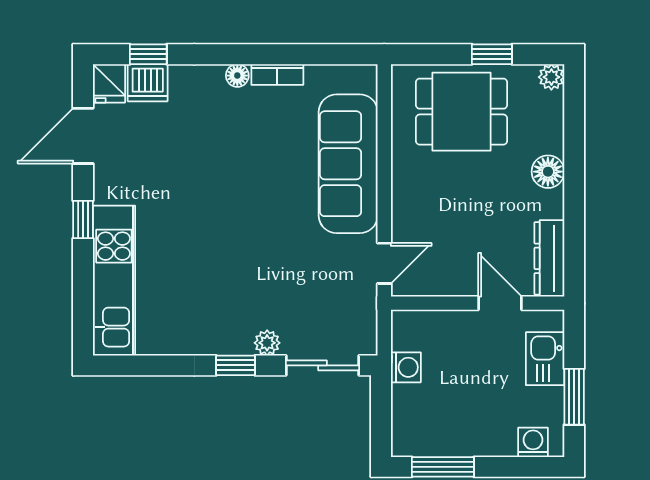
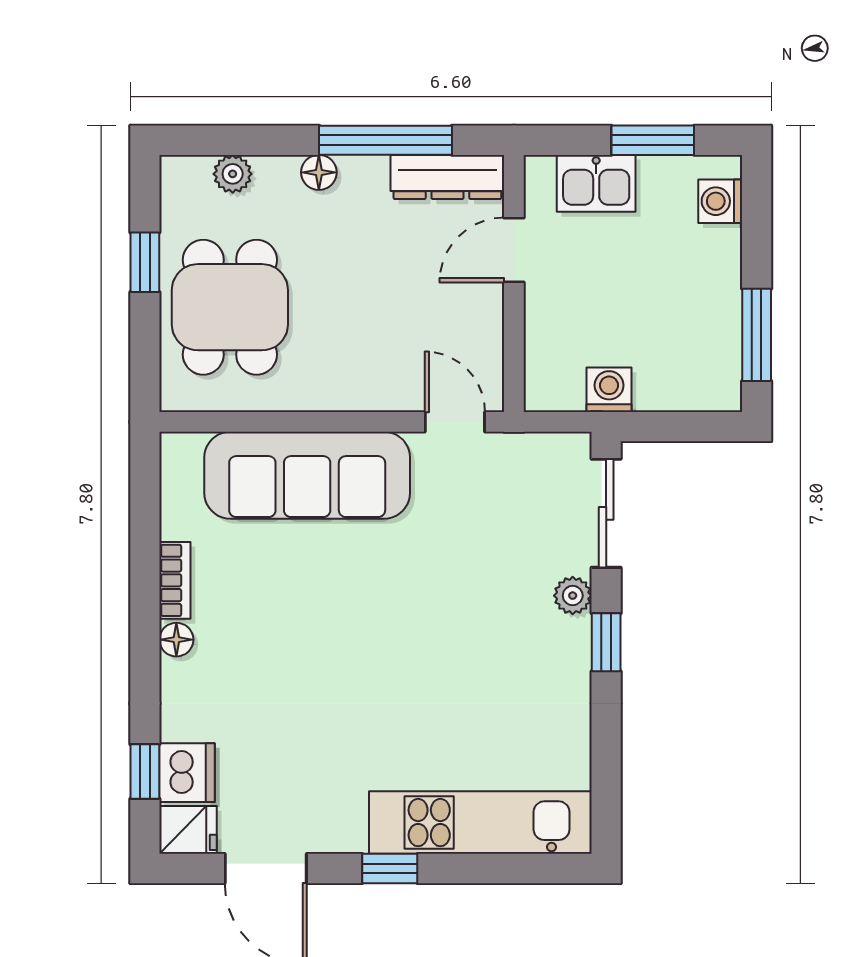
plant: (551, 77) -> (233, 174), moved
floor lamp: (548, 172) -> (319, 172), width x0.73, depth x0.73
window: (574, 217) -> (385, 140), added

